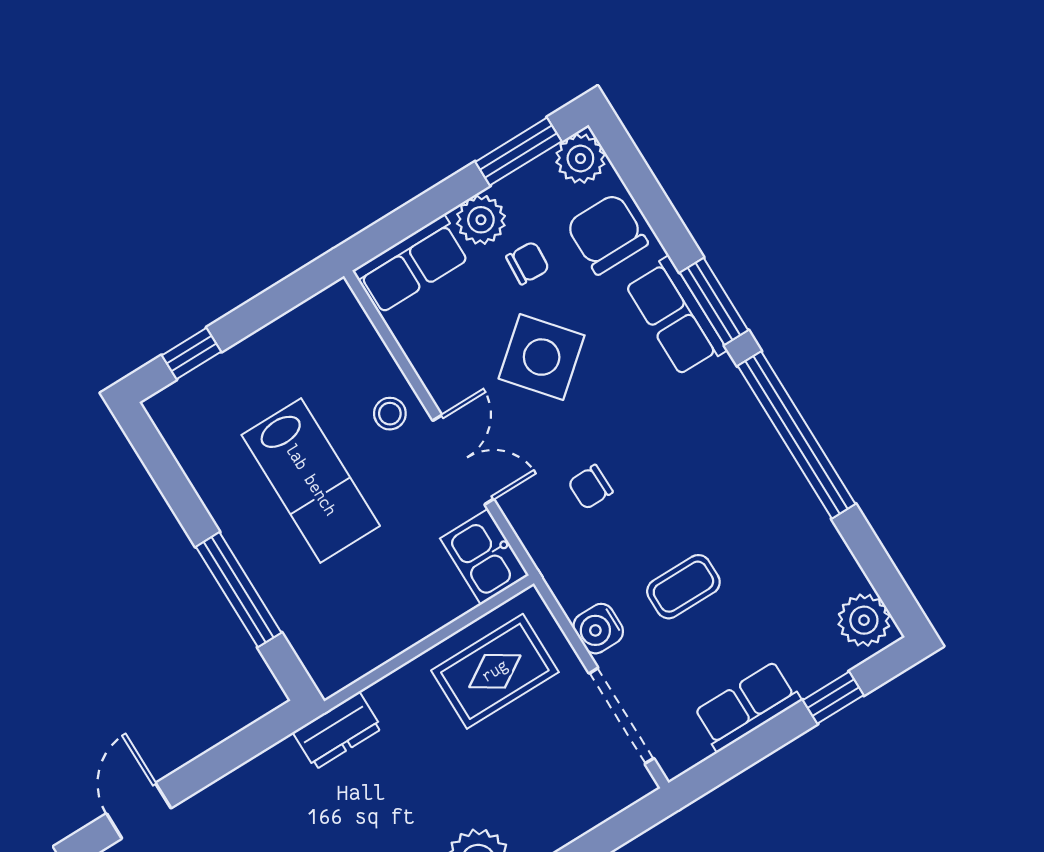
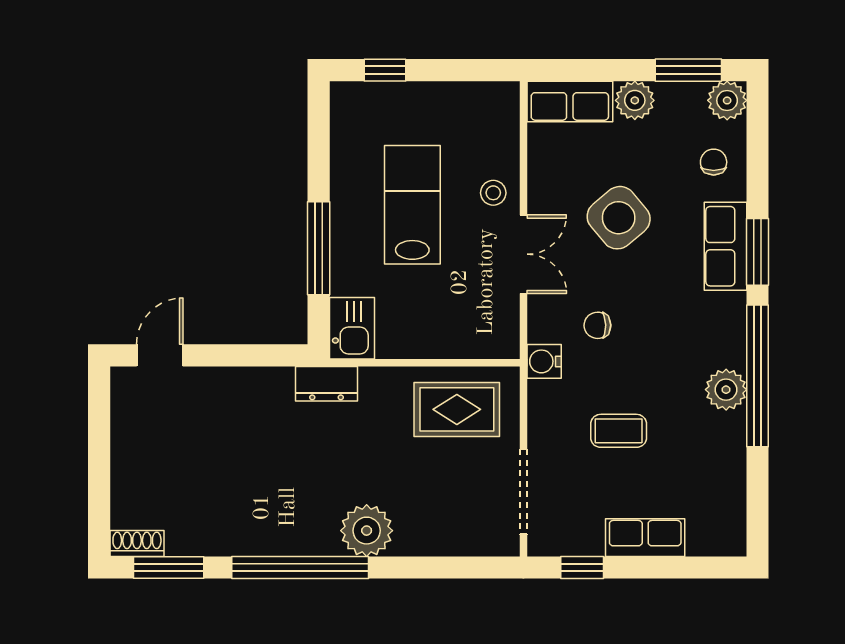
chair: (607, 234) -> (714, 162), width x0.54, depth x0.54
chair: (528, 263) -> (648, 149), removed
lab bench: (311, 480) -> (412, 205), turned 180
kitchen sink: (484, 557) -> (352, 328), moved, turned 180
plant: (864, 620) -> (726, 390), moved
water cooler: (598, 629) -> (544, 361), moved
window: (833, 698) -> (582, 568), moved
row of seats: (747, 706) -> (645, 538), moved

